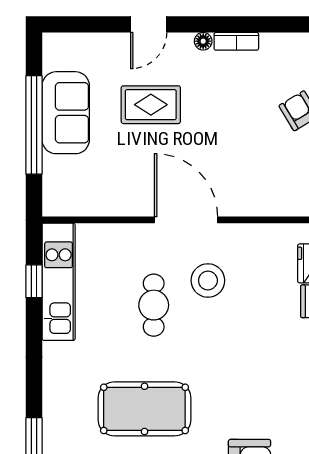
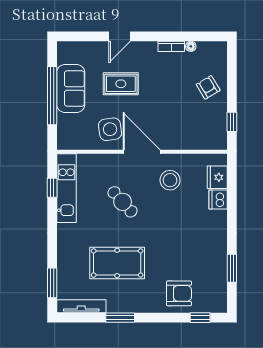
floor lamp: (203, 41) -> (191, 46), moved
side table: (132, 182) -> (110, 129), added
stool: (208, 281) -> (170, 180), moved
cafe table: (154, 305) -> (123, 202), turned -42

